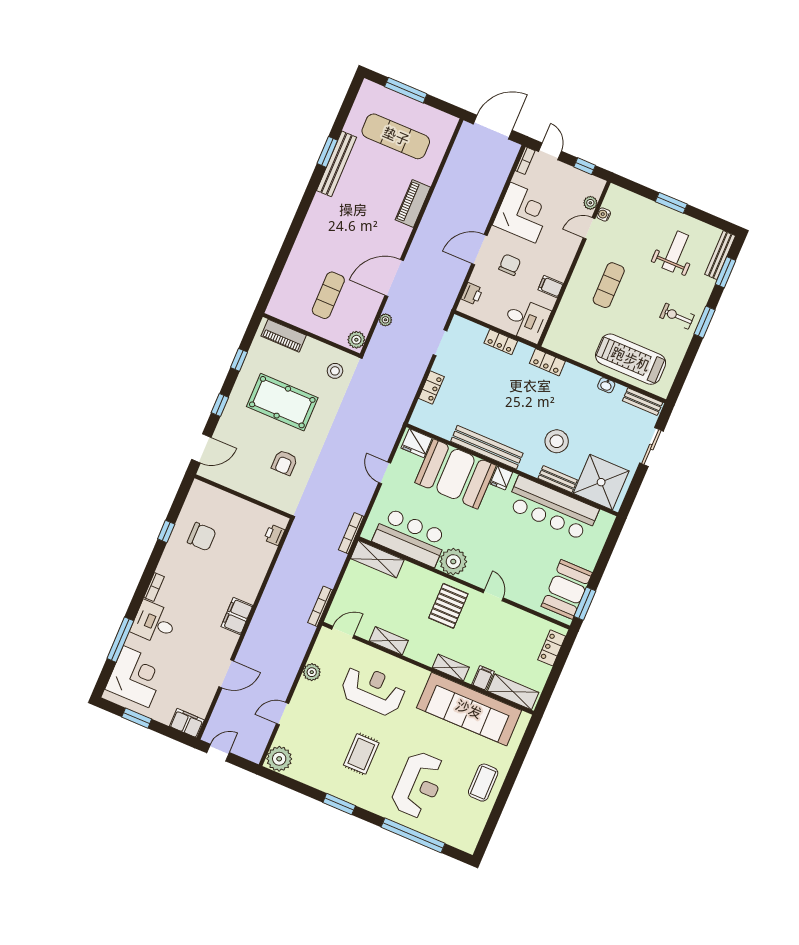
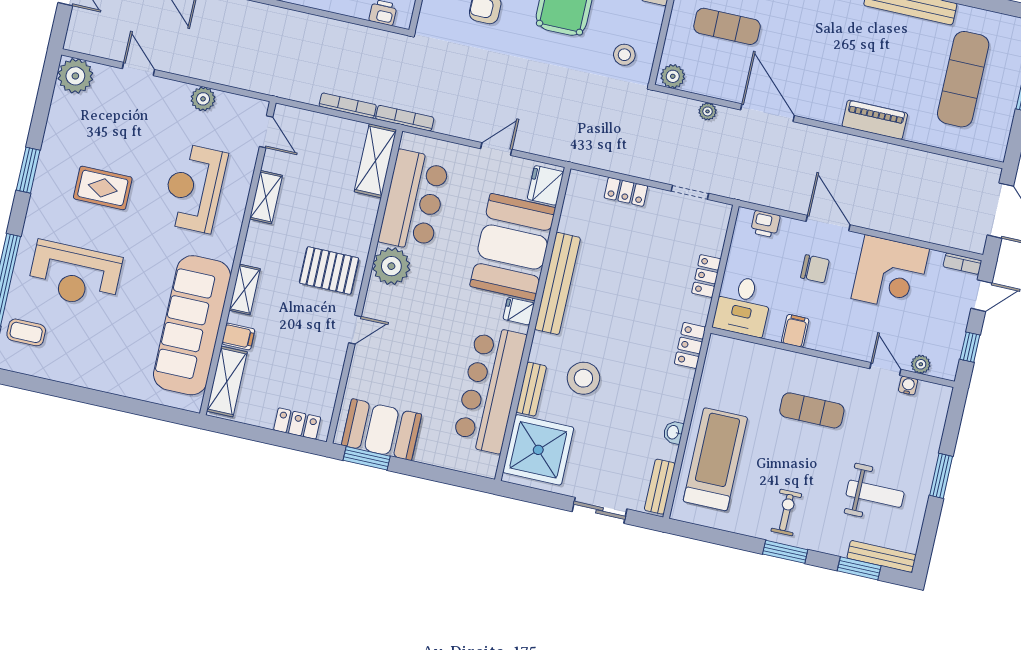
bookcase: (320, 606) -> (348, 106), moved
reception desk: (373, 690) -> (194, 188), turned 180
coffee table: (483, 783) -> (26, 332), moved, width x0.73, depth x0.77

